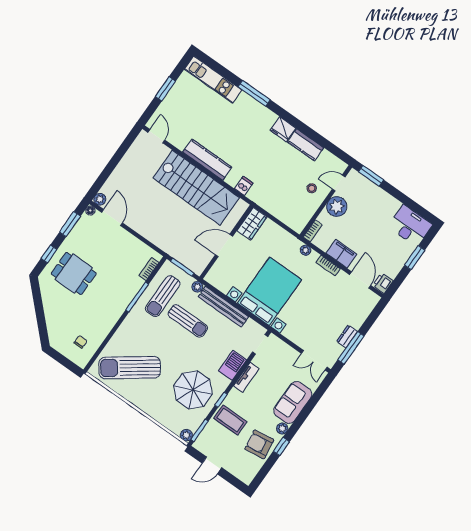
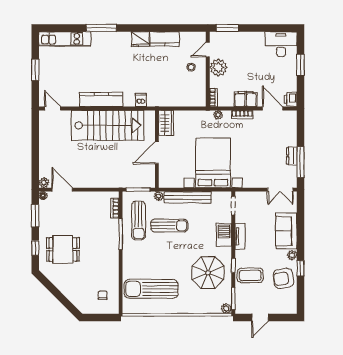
sun lounger: (130, 368) -> (151, 289), turned 36

